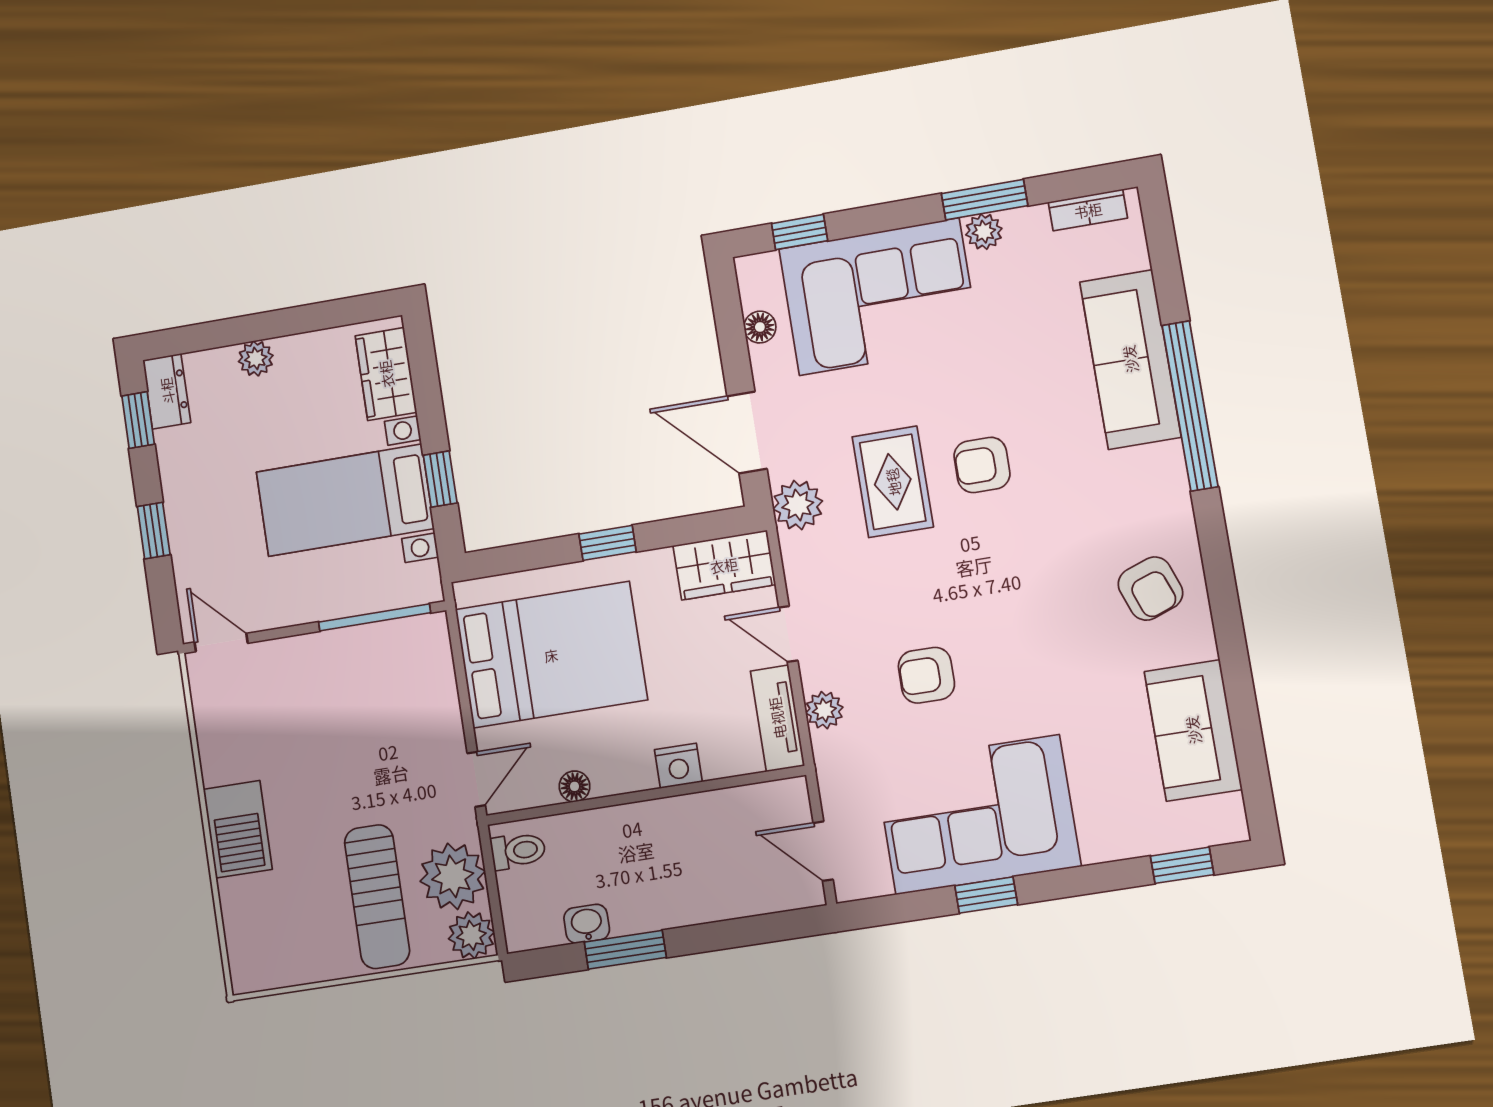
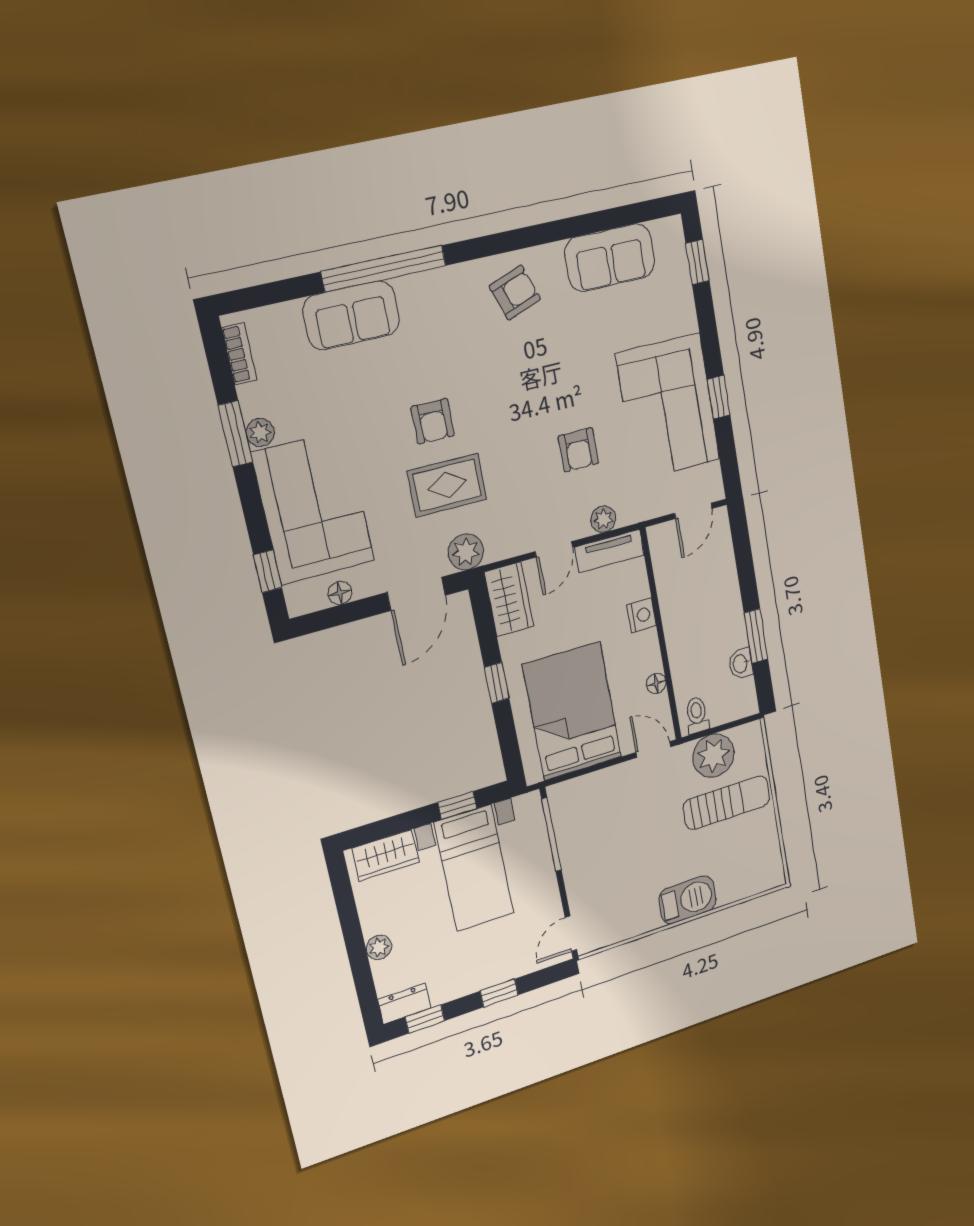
sofa: (1130, 359) -> (351, 315), width x0.73
plant: (471, 935) -> (749, 738), removed

